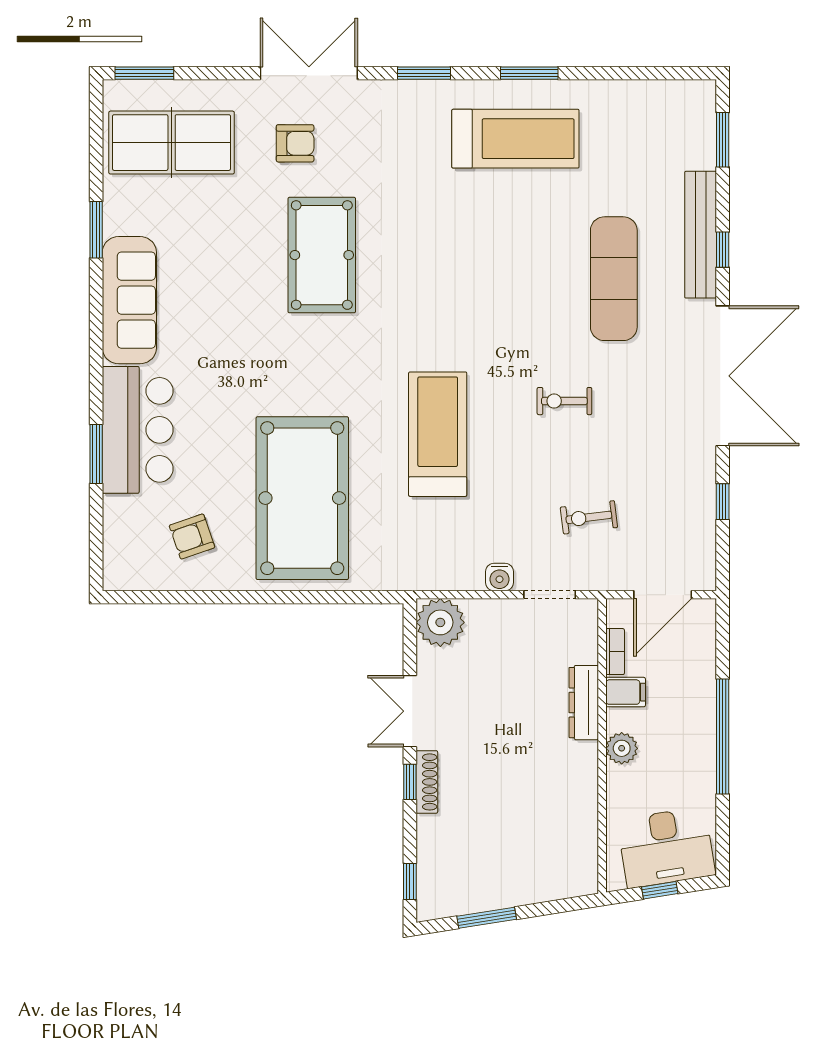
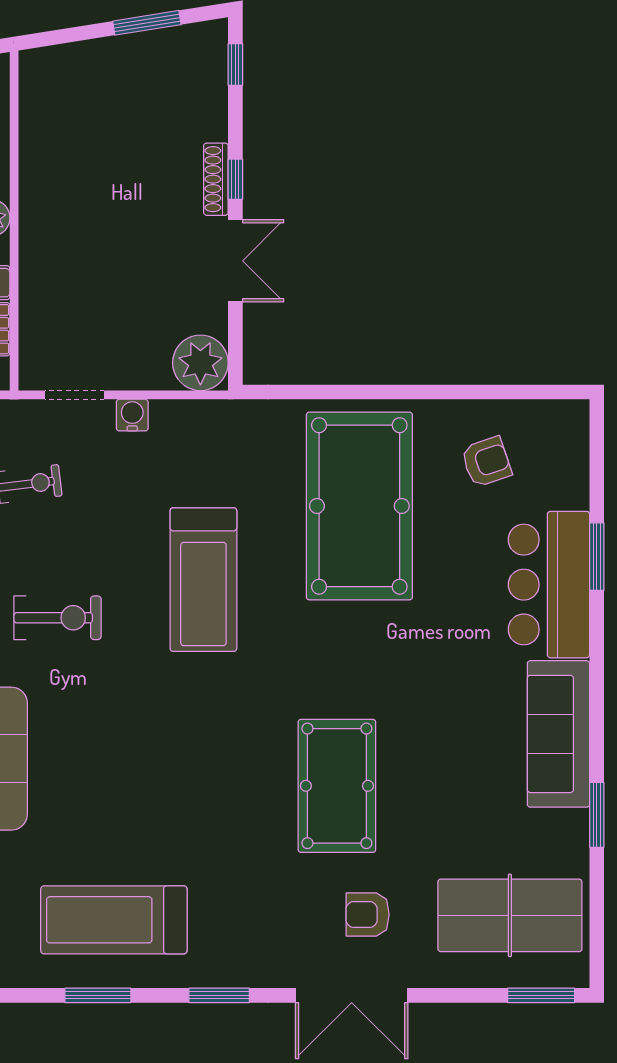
exercise bike: (564, 401) -> (58, 618), width x1.38, depth x1.39
dresser: (584, 703) -> (35, 271), removed

